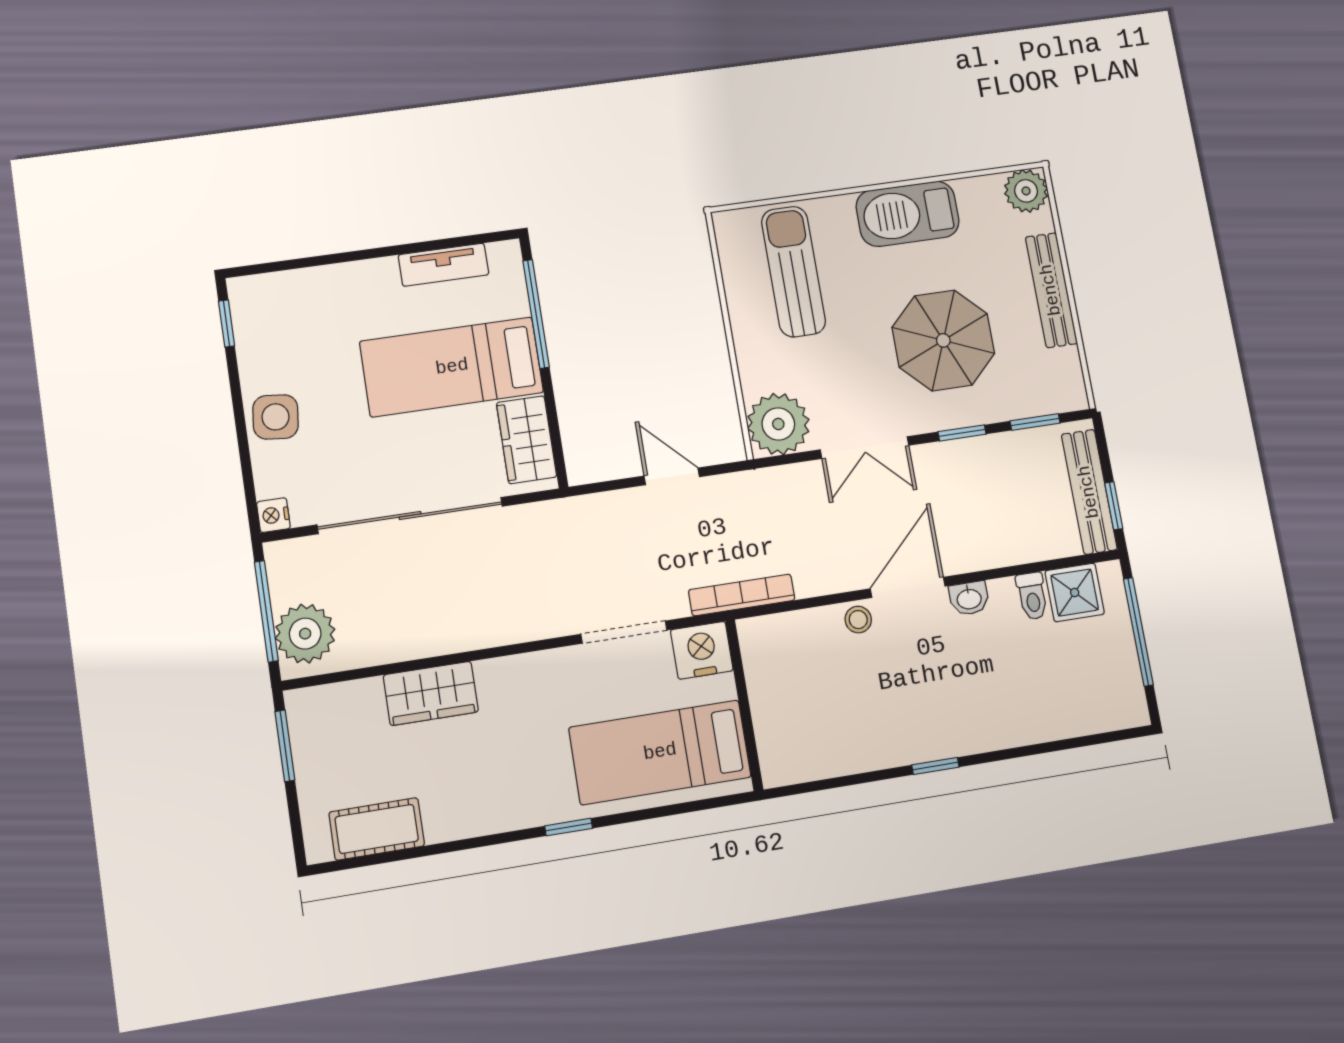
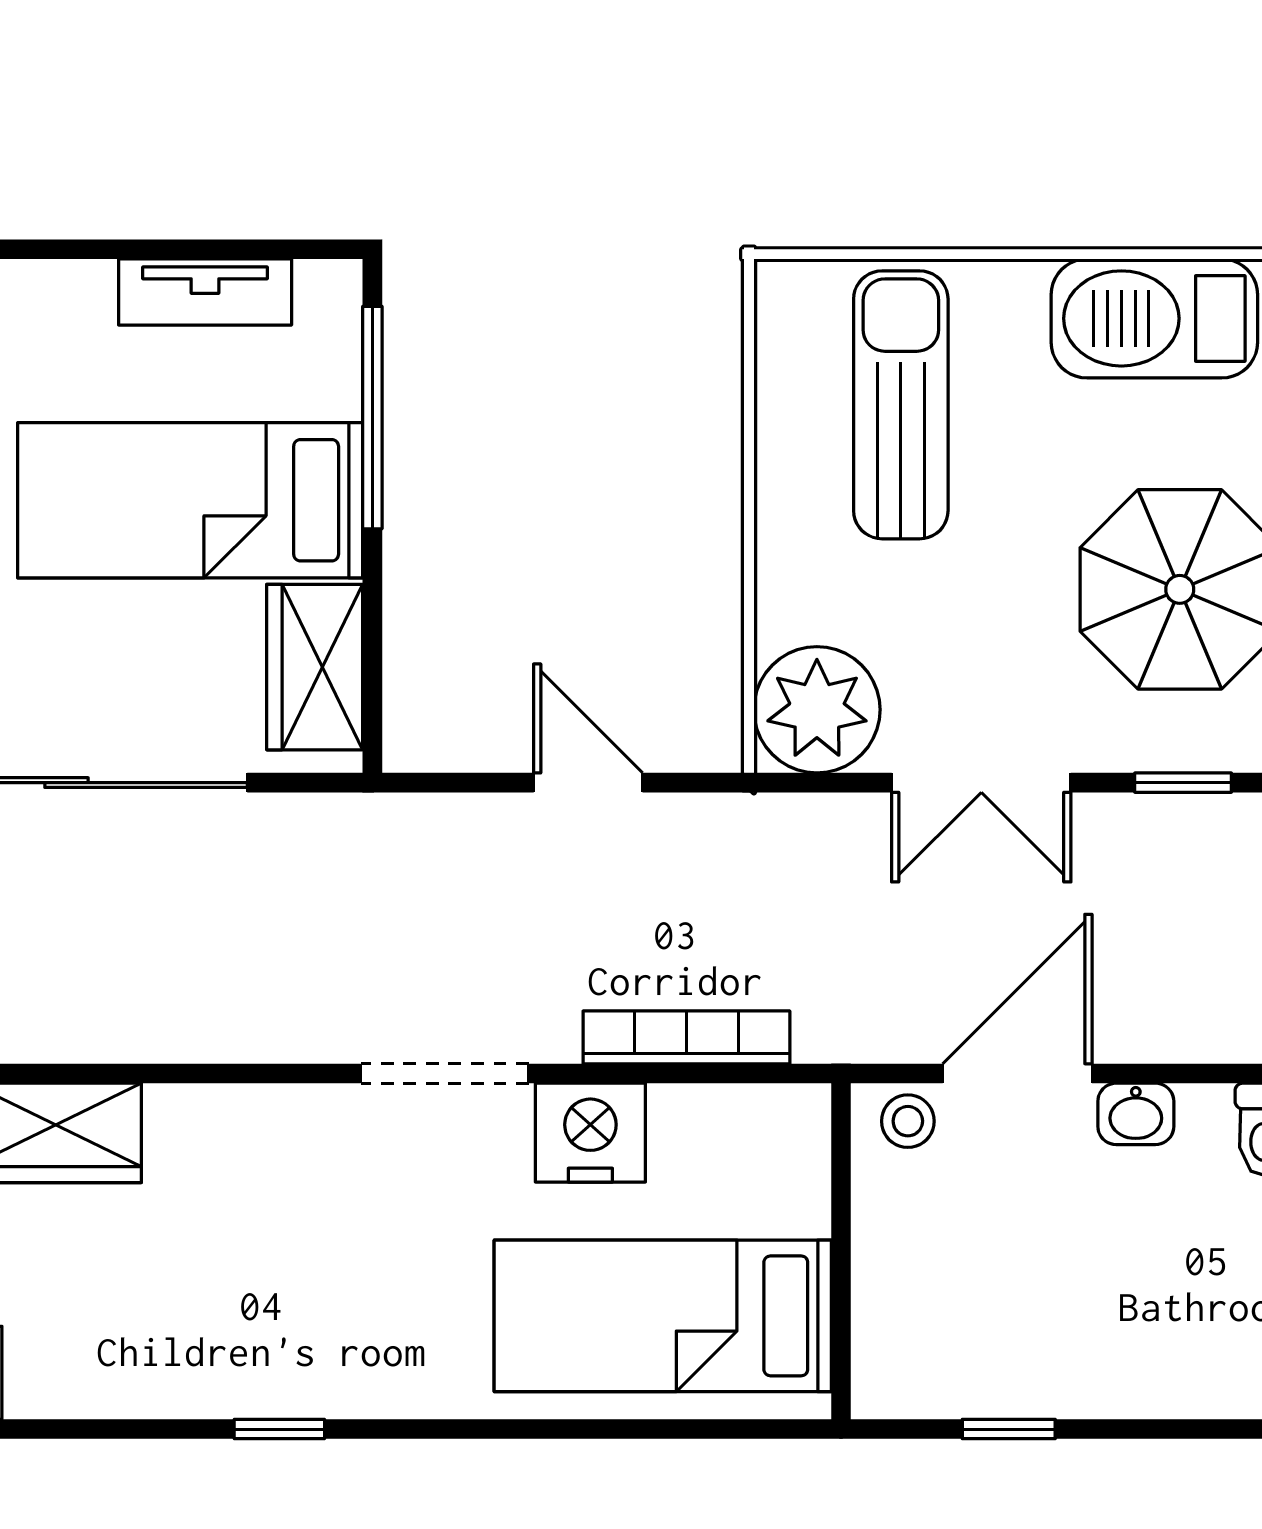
wall: (744, 705) -> (841, 1251), moved
bed: (660, 752) -> (663, 1316), moved

